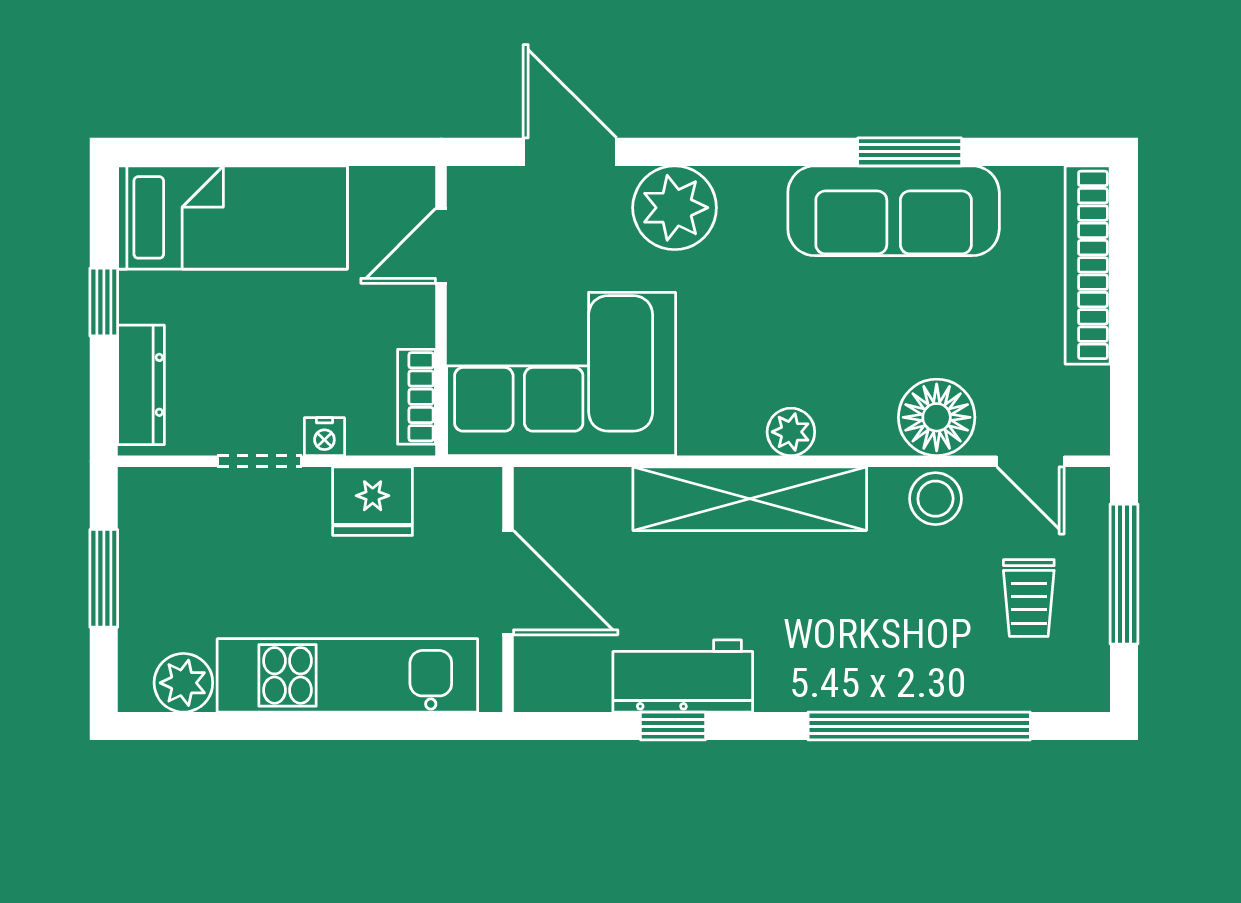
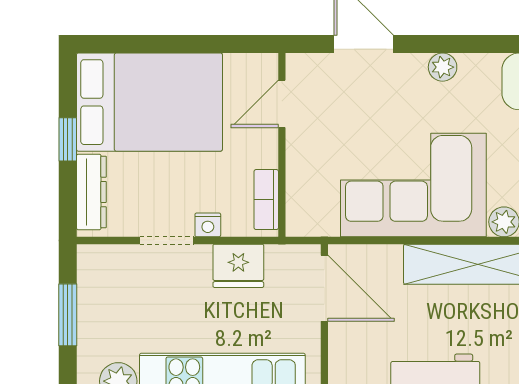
plant: (675, 208) -> (443, 67), width x0.53, depth x0.53
bed: (233, 217) -> (149, 102), width x1.50
corner sofa: (561, 374) -> (413, 185), moved
door: (508, 583) -> (324, 288), moved

